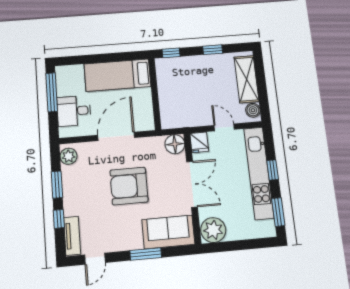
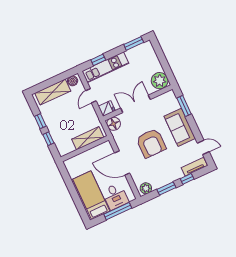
window: (171, 53) -> (48, 139), moved
bed: (117, 75) -> (91, 195), moved, turned 180
window: (52, 92) -> (118, 211), moved
shelving: (167, 103) -> (88, 138), added
window: (273, 170) -> (98, 60), moved
kitchen unit: (259, 173) -> (105, 67), width x0.73
sofa: (168, 232) -> (180, 127), moved
window: (146, 254) -> (184, 106), moved

